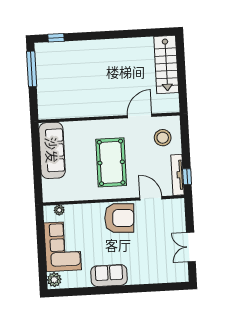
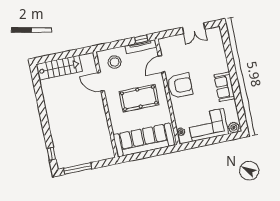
sofa: (52, 150) -> (144, 140), width x1.36, depth x1.27
armchair: (119, 218) -> (180, 86), turned 87

